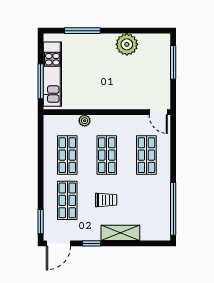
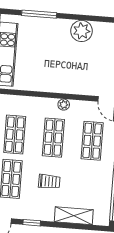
plant: (85, 121) -> (64, 105), moved
shelving: (120, 233) -> (74, 216), moved

